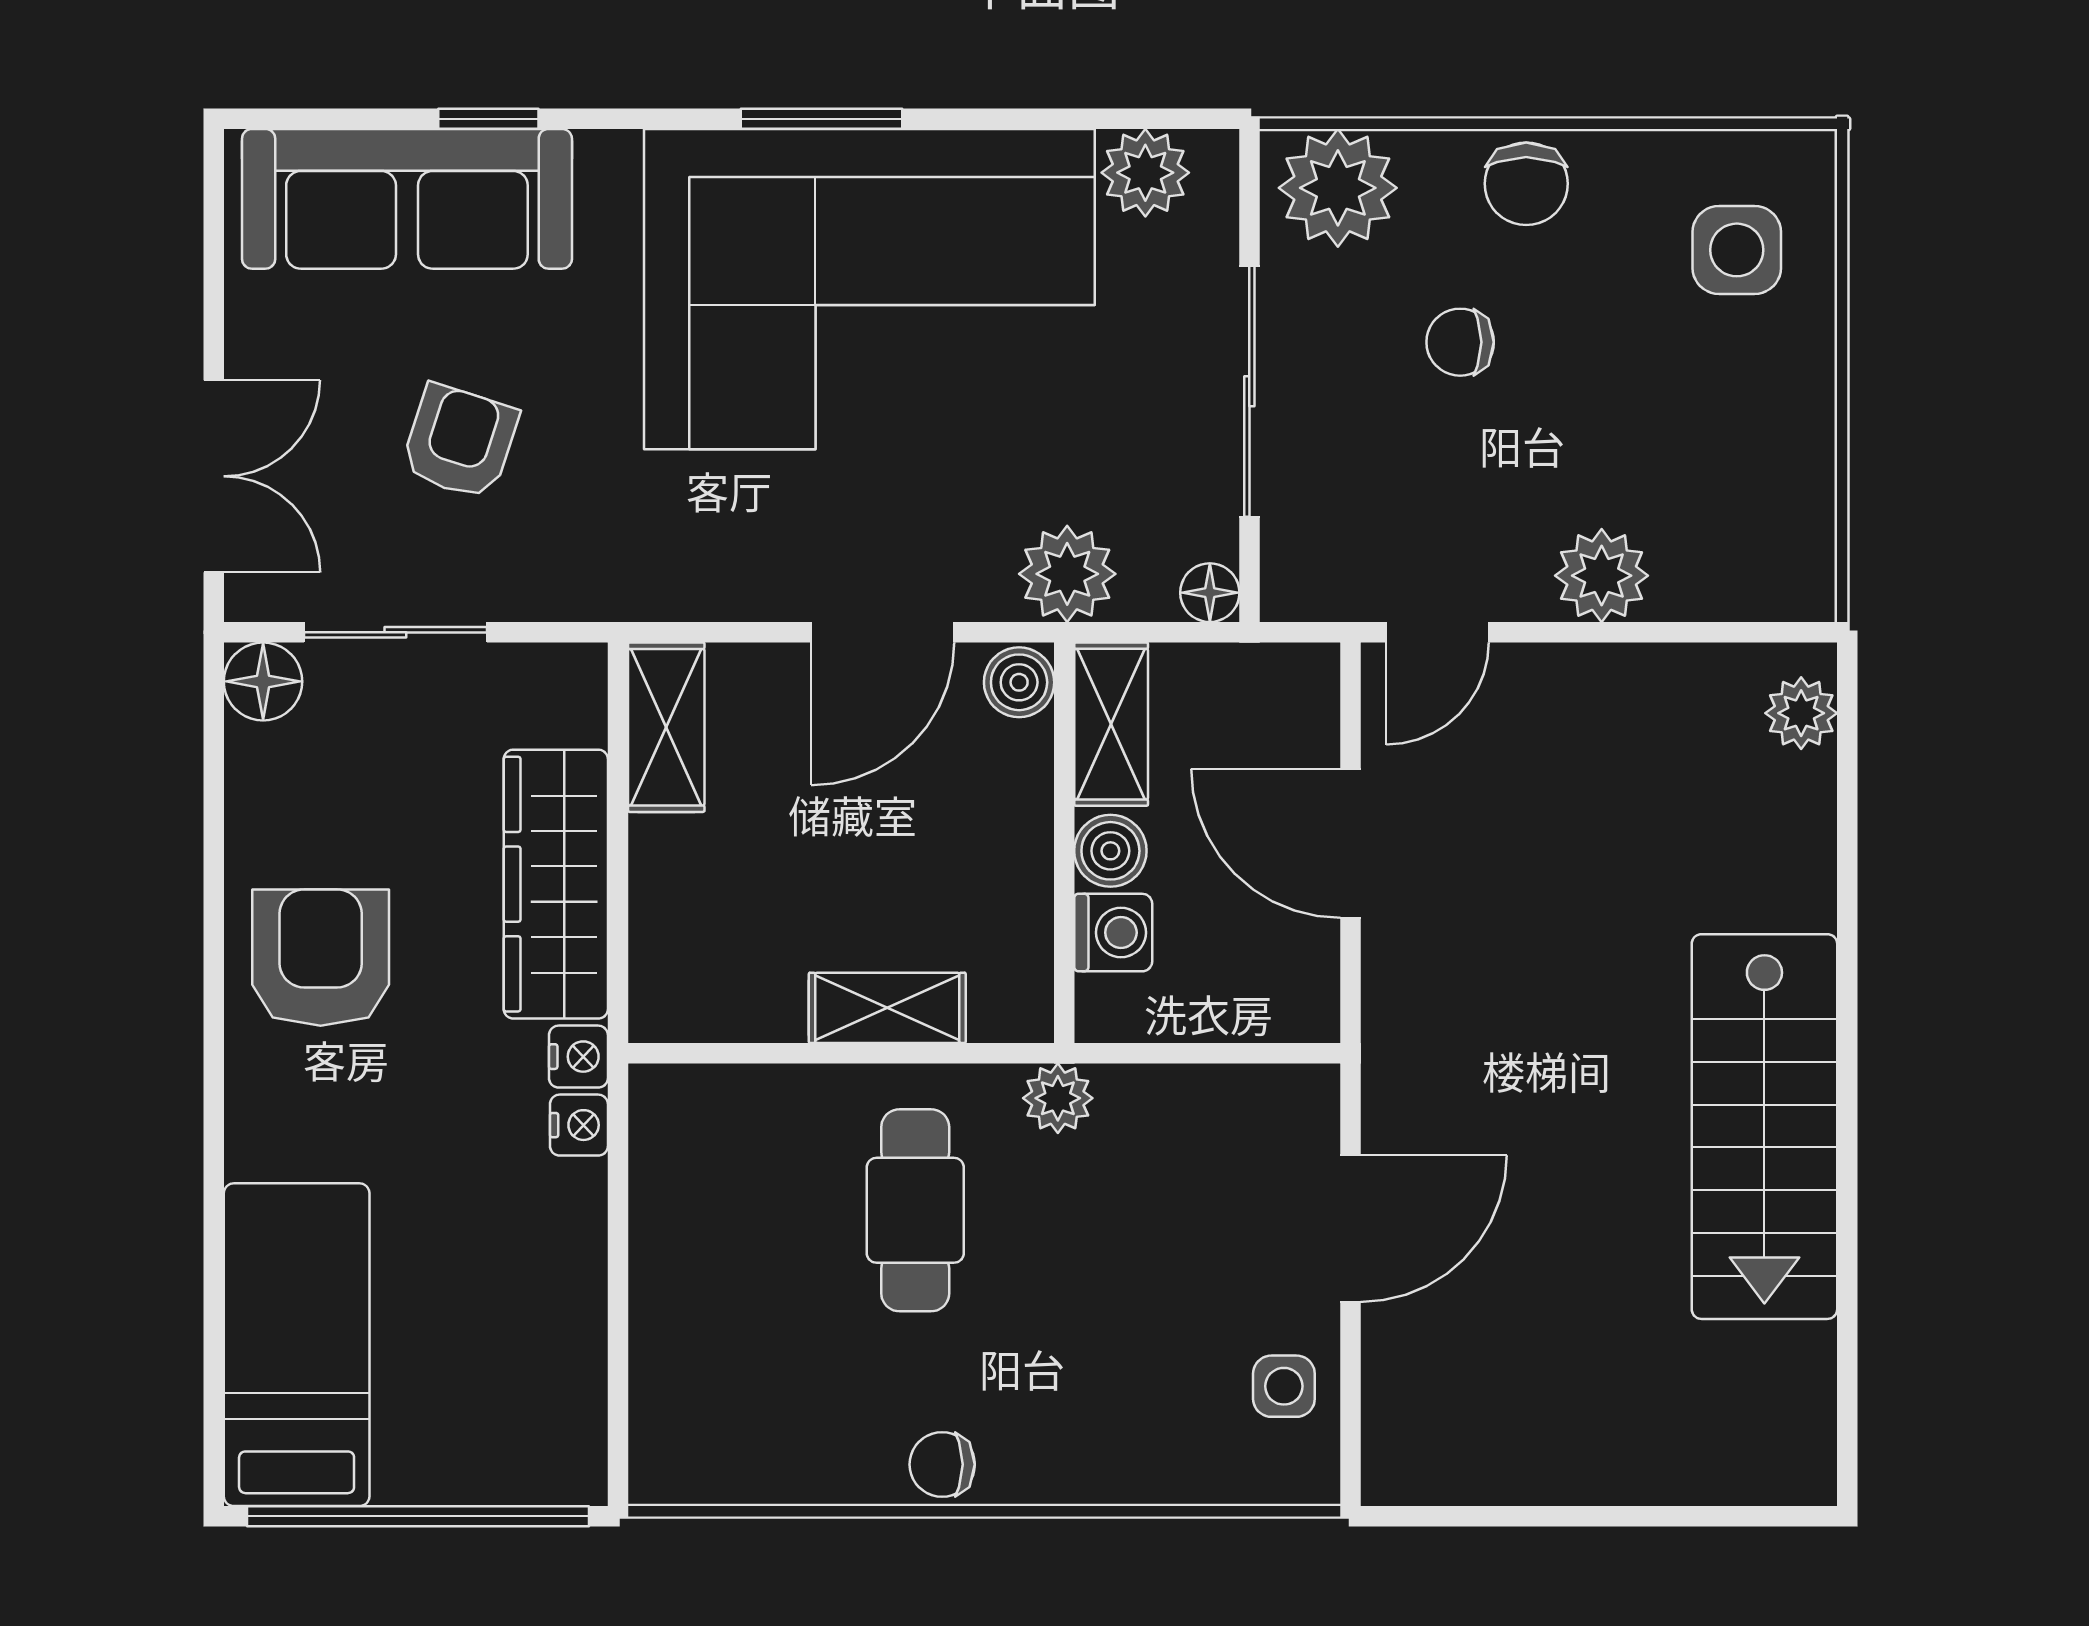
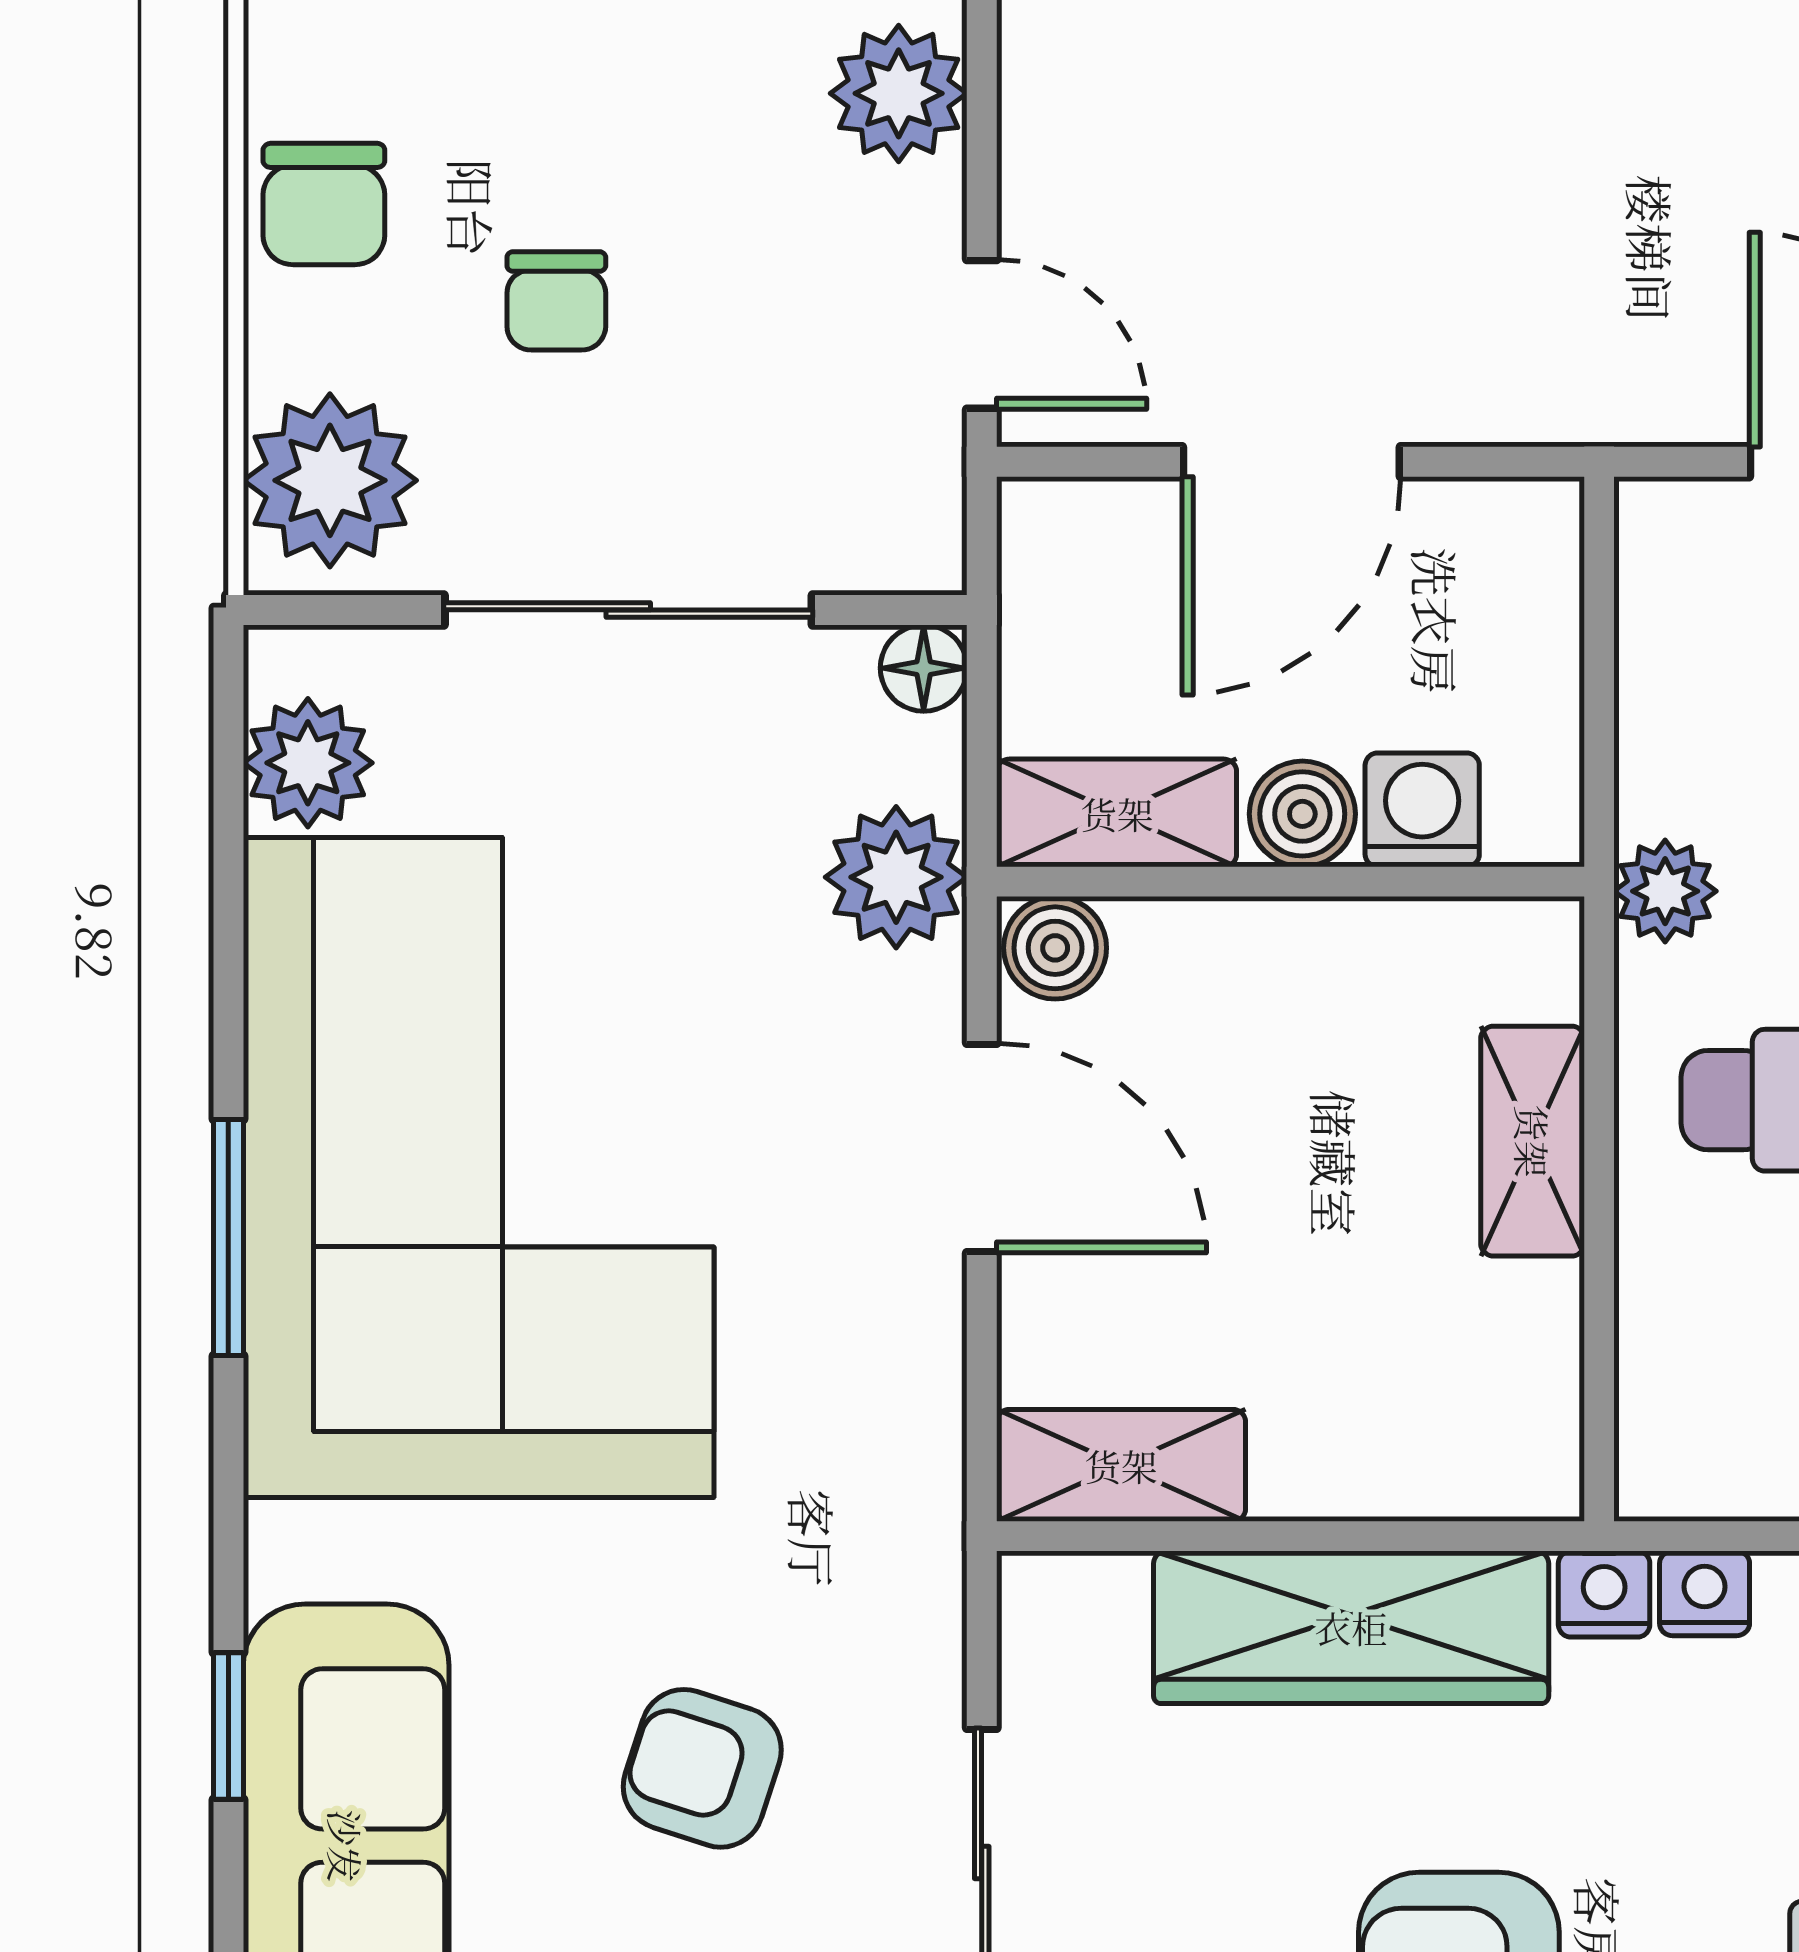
chair: (1526, 184) -> (324, 204), turned 90

